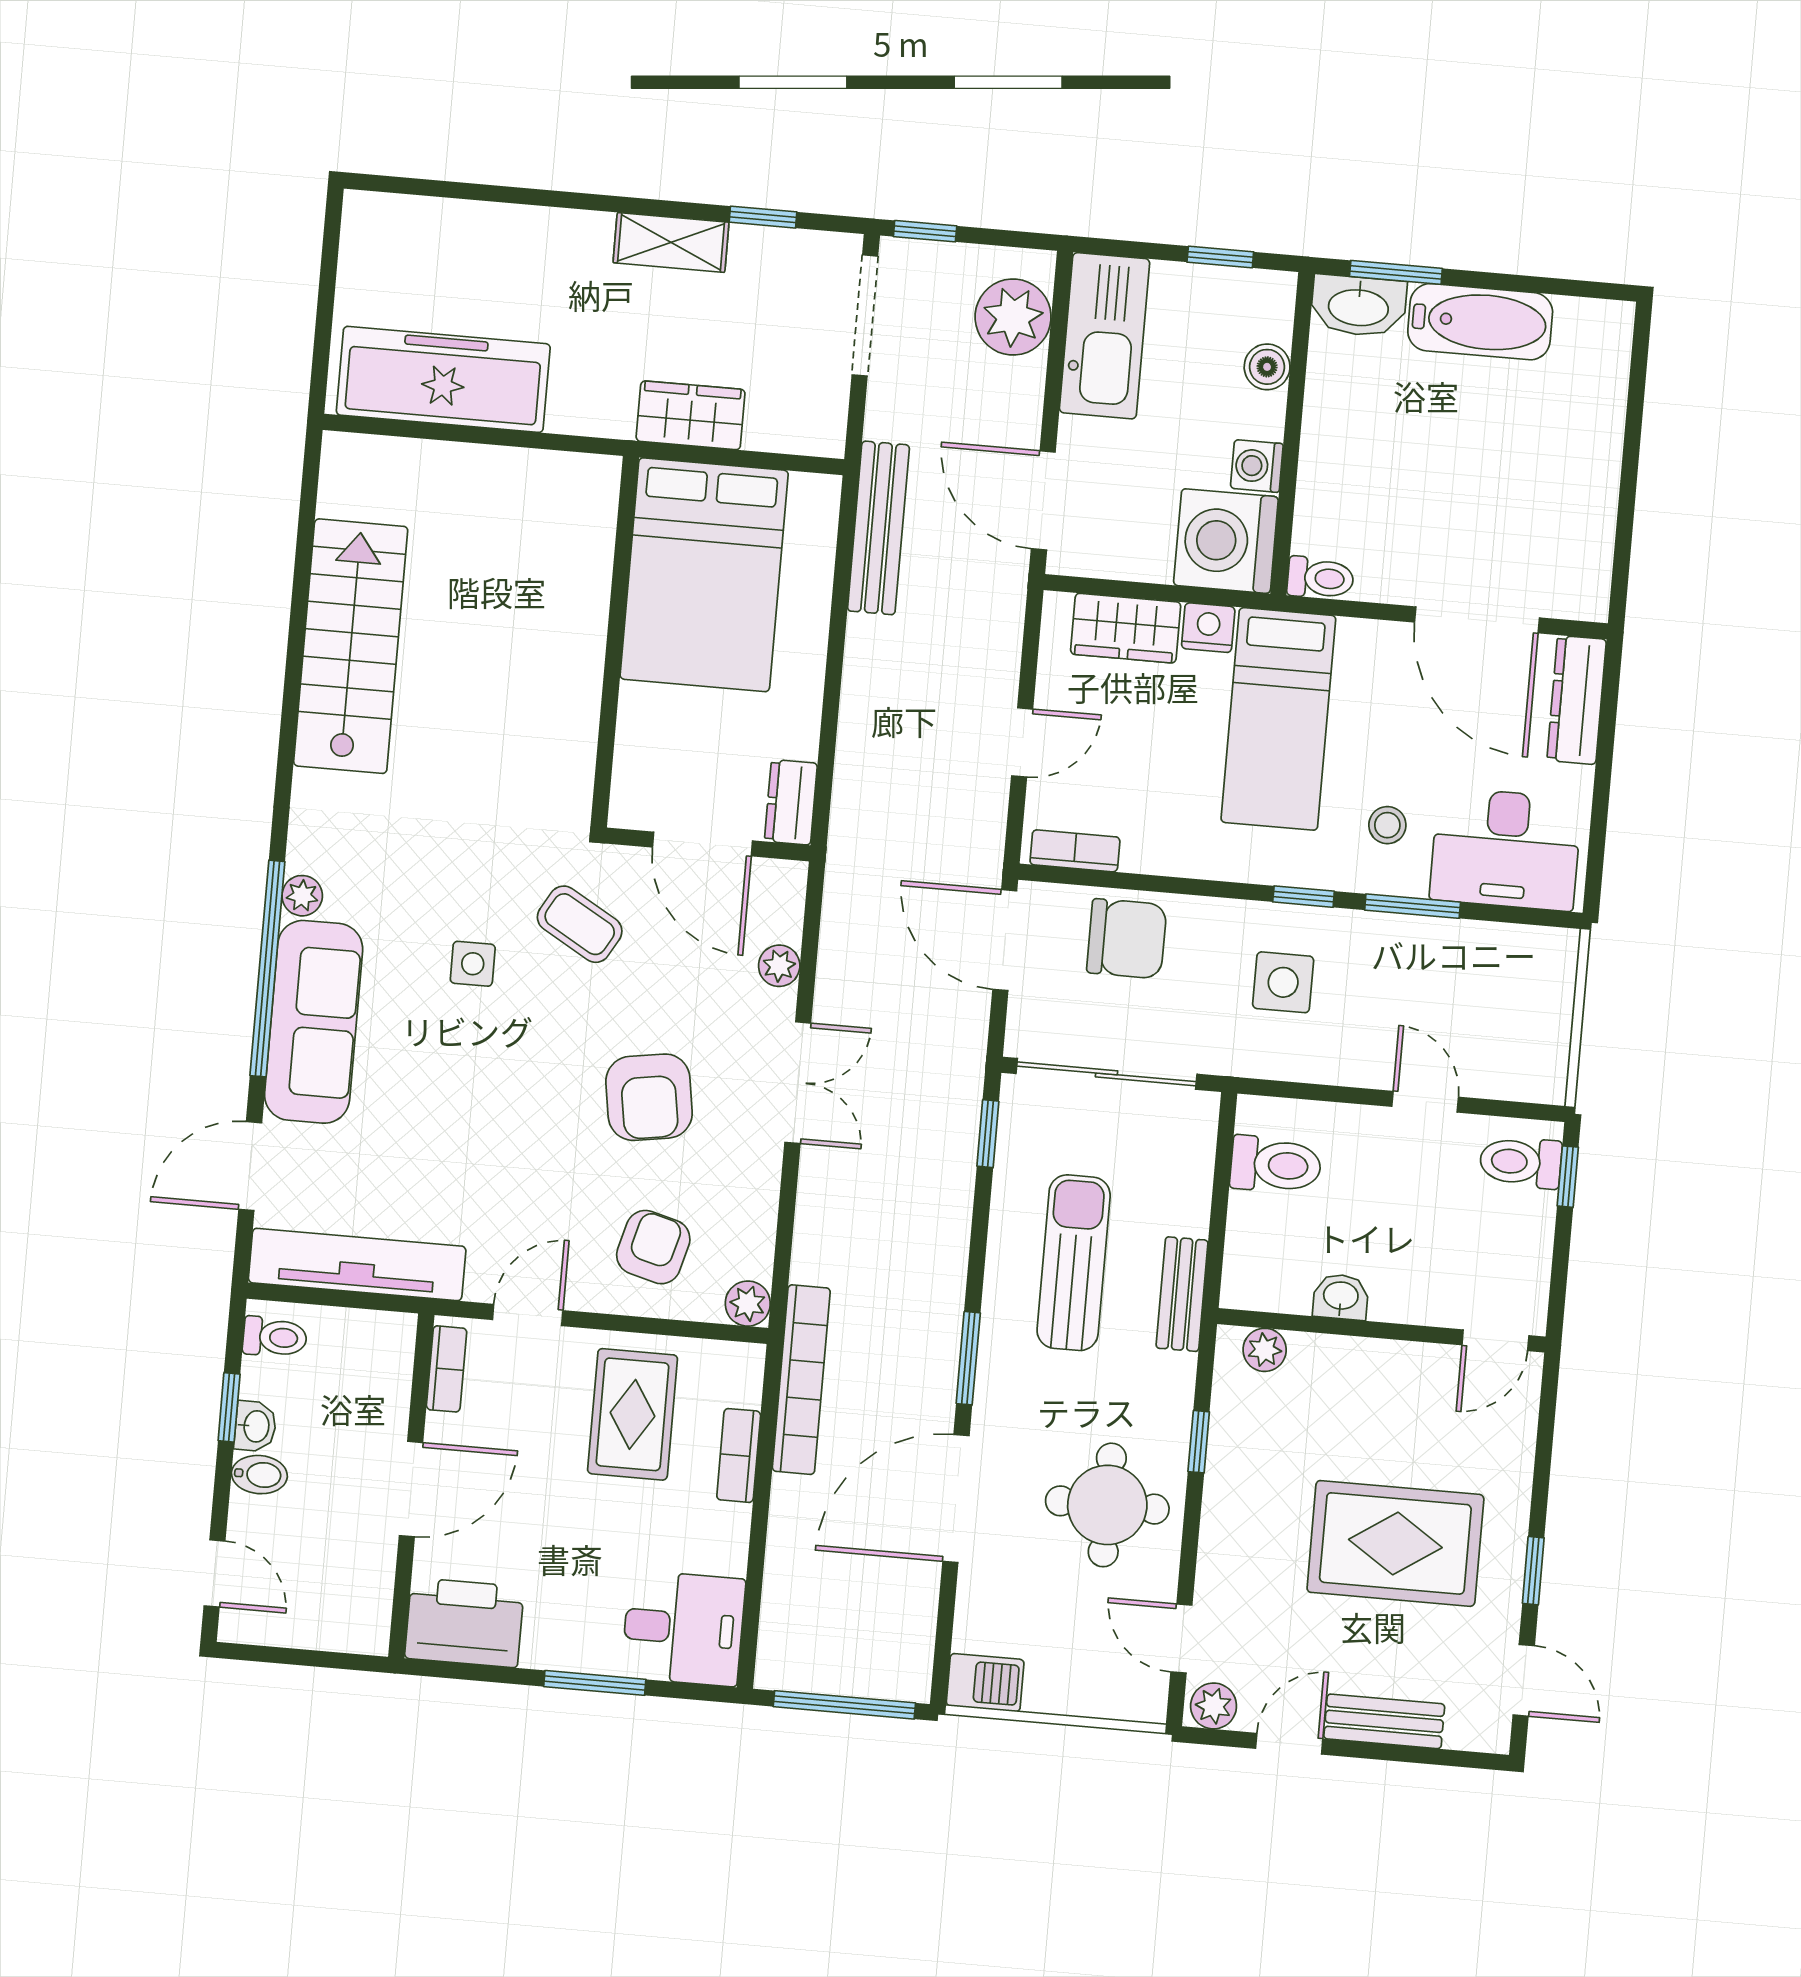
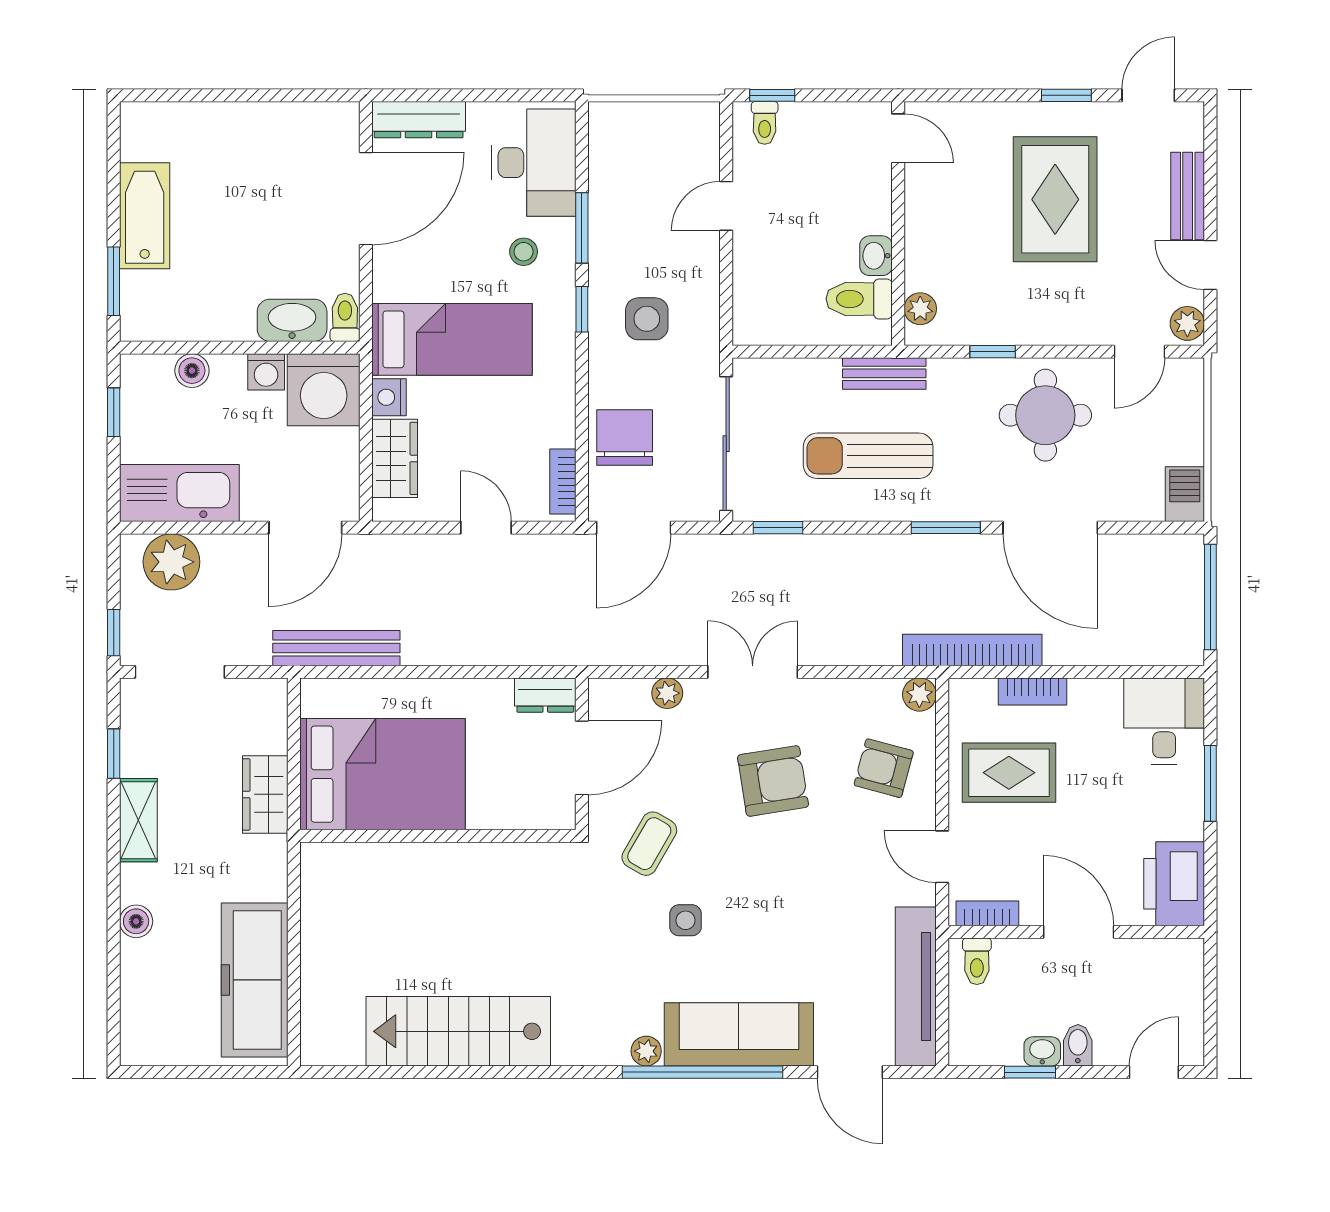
boiler: (536, 227) -> (136, 921), added
washbasin: (1359, 306) -> (292, 320), moved, turned -90
toilet: (1521, 1162) -> (765, 123), width x0.73, depth x0.72
toilet: (1276, 1165) -> (859, 299), moved, turned -90
toilet: (275, 1337) -> (977, 961), moved, turned 180

